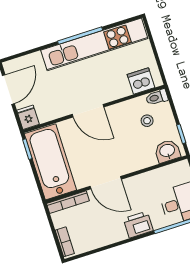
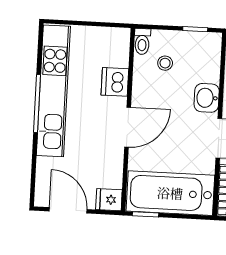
dishwasher: (141, 81) -> (115, 82), moved
washbasin: (167, 151) -> (207, 98), moved

